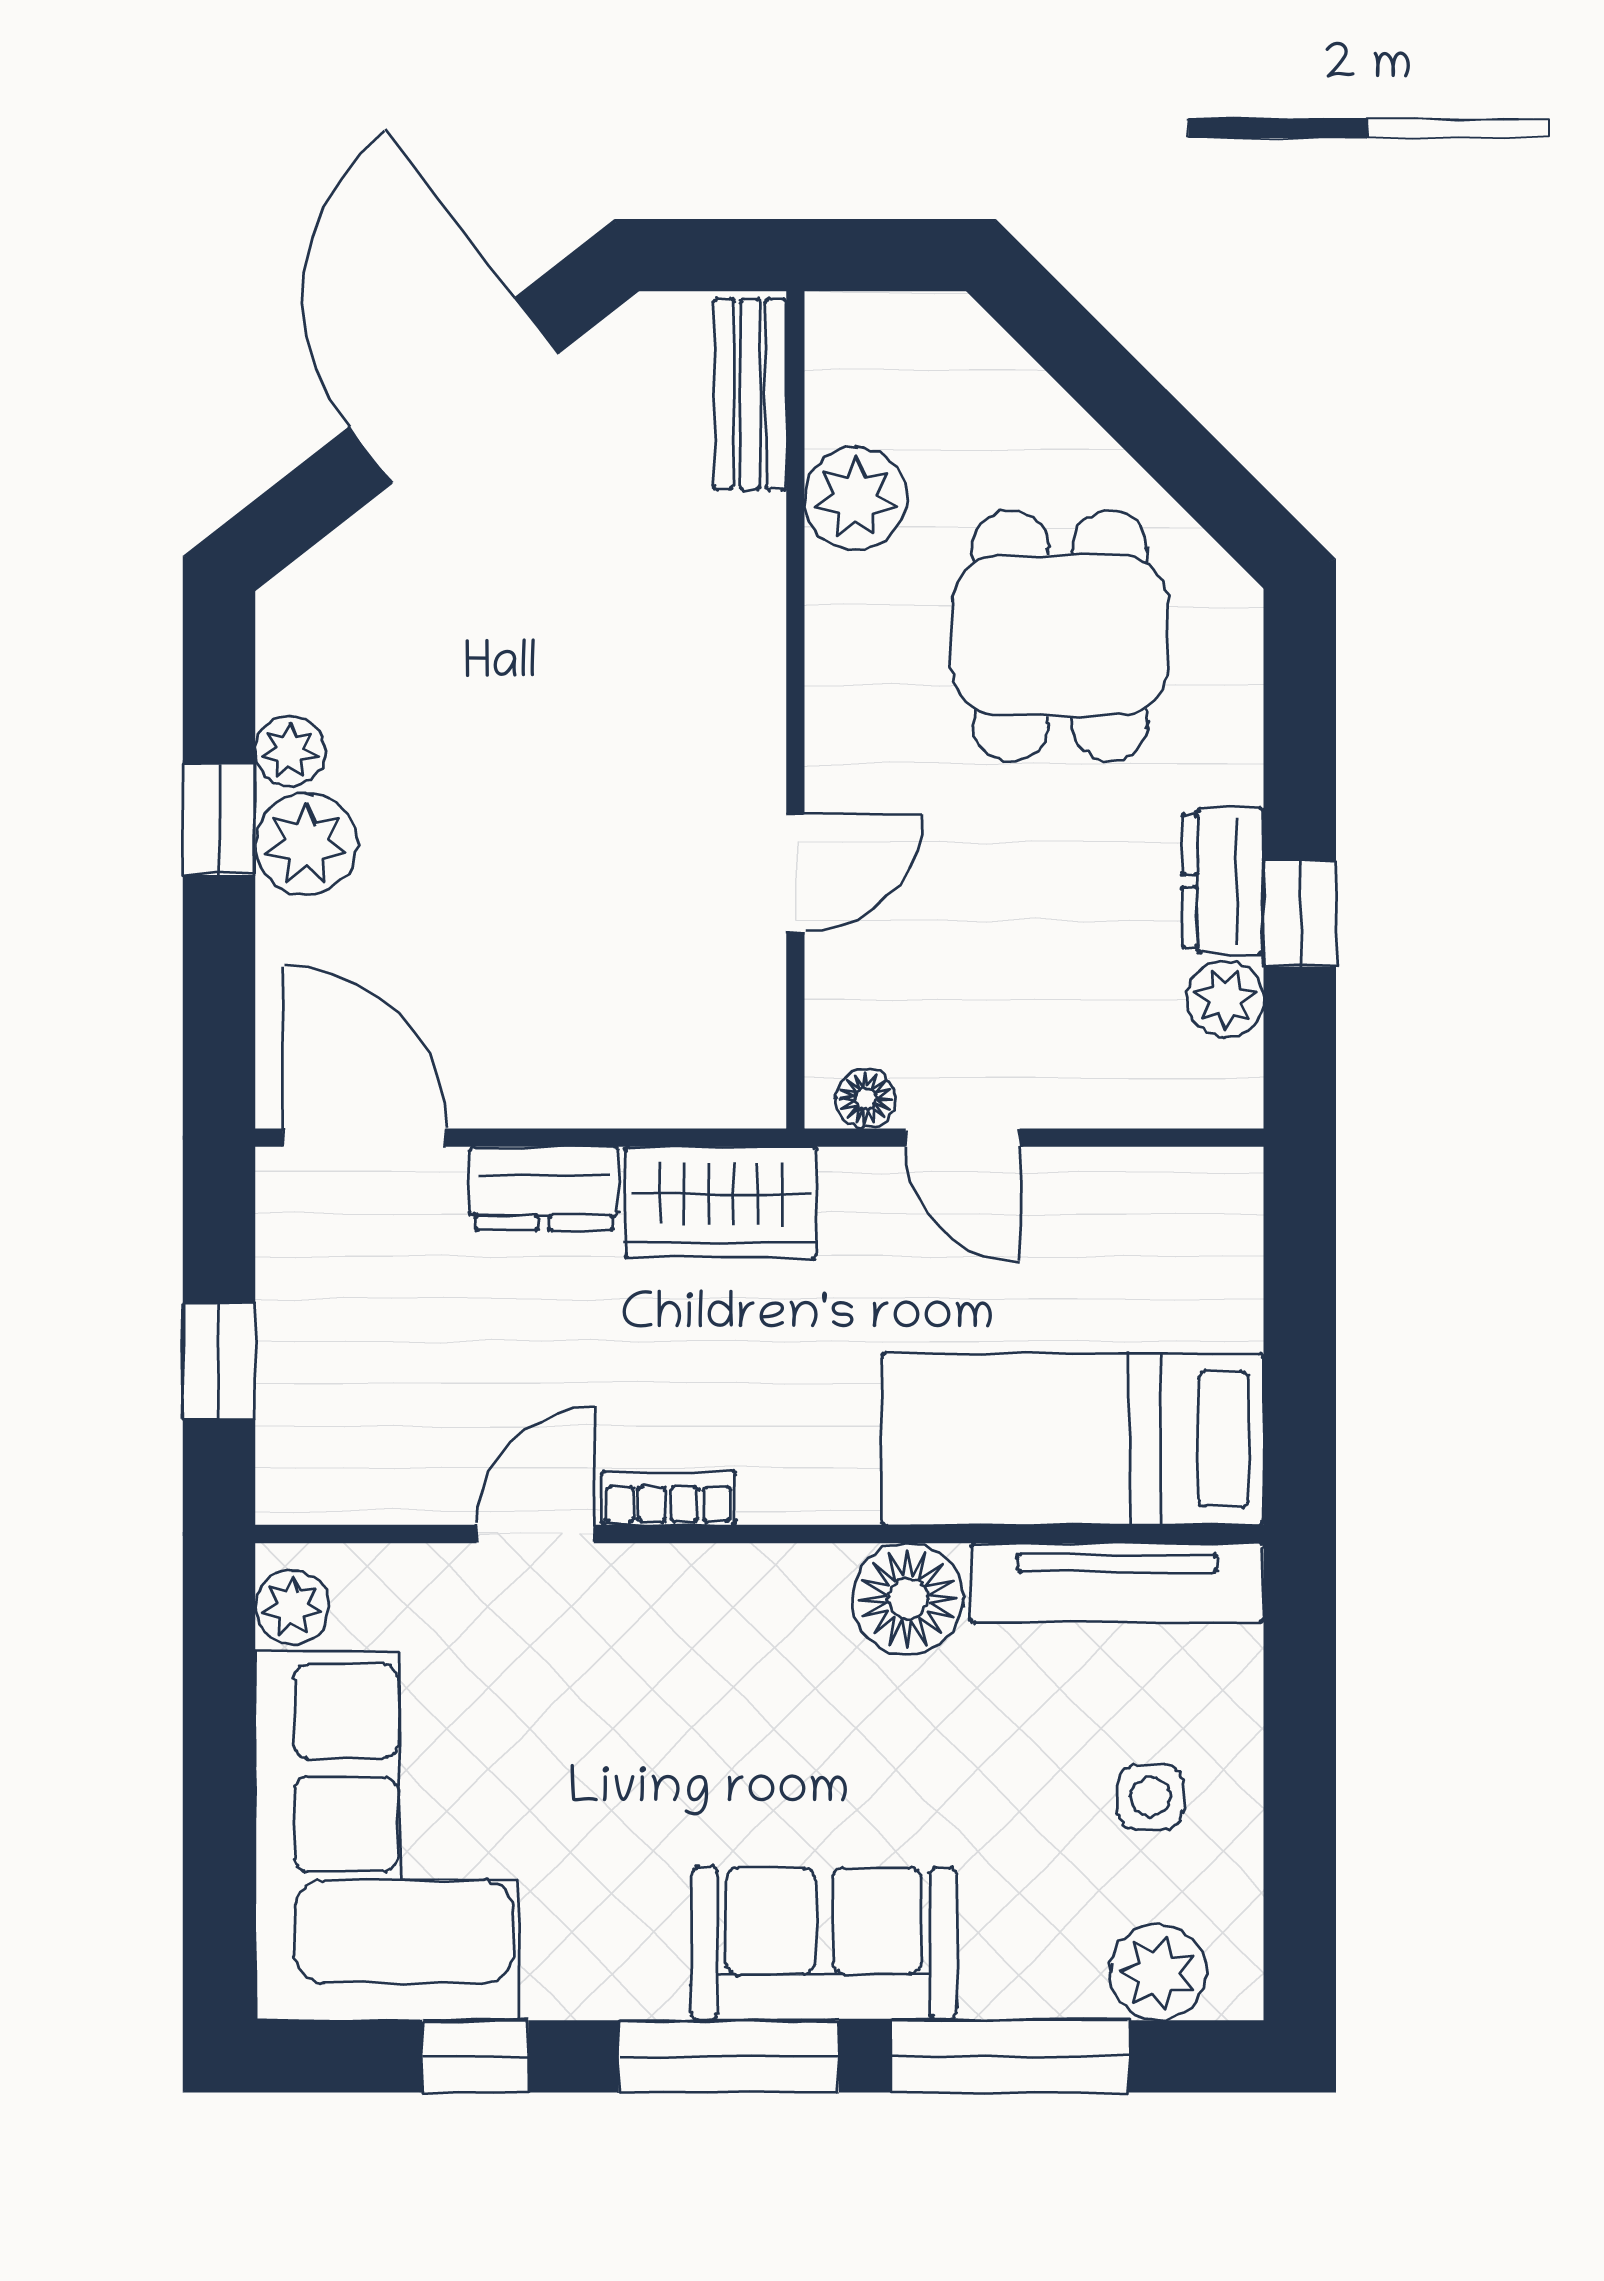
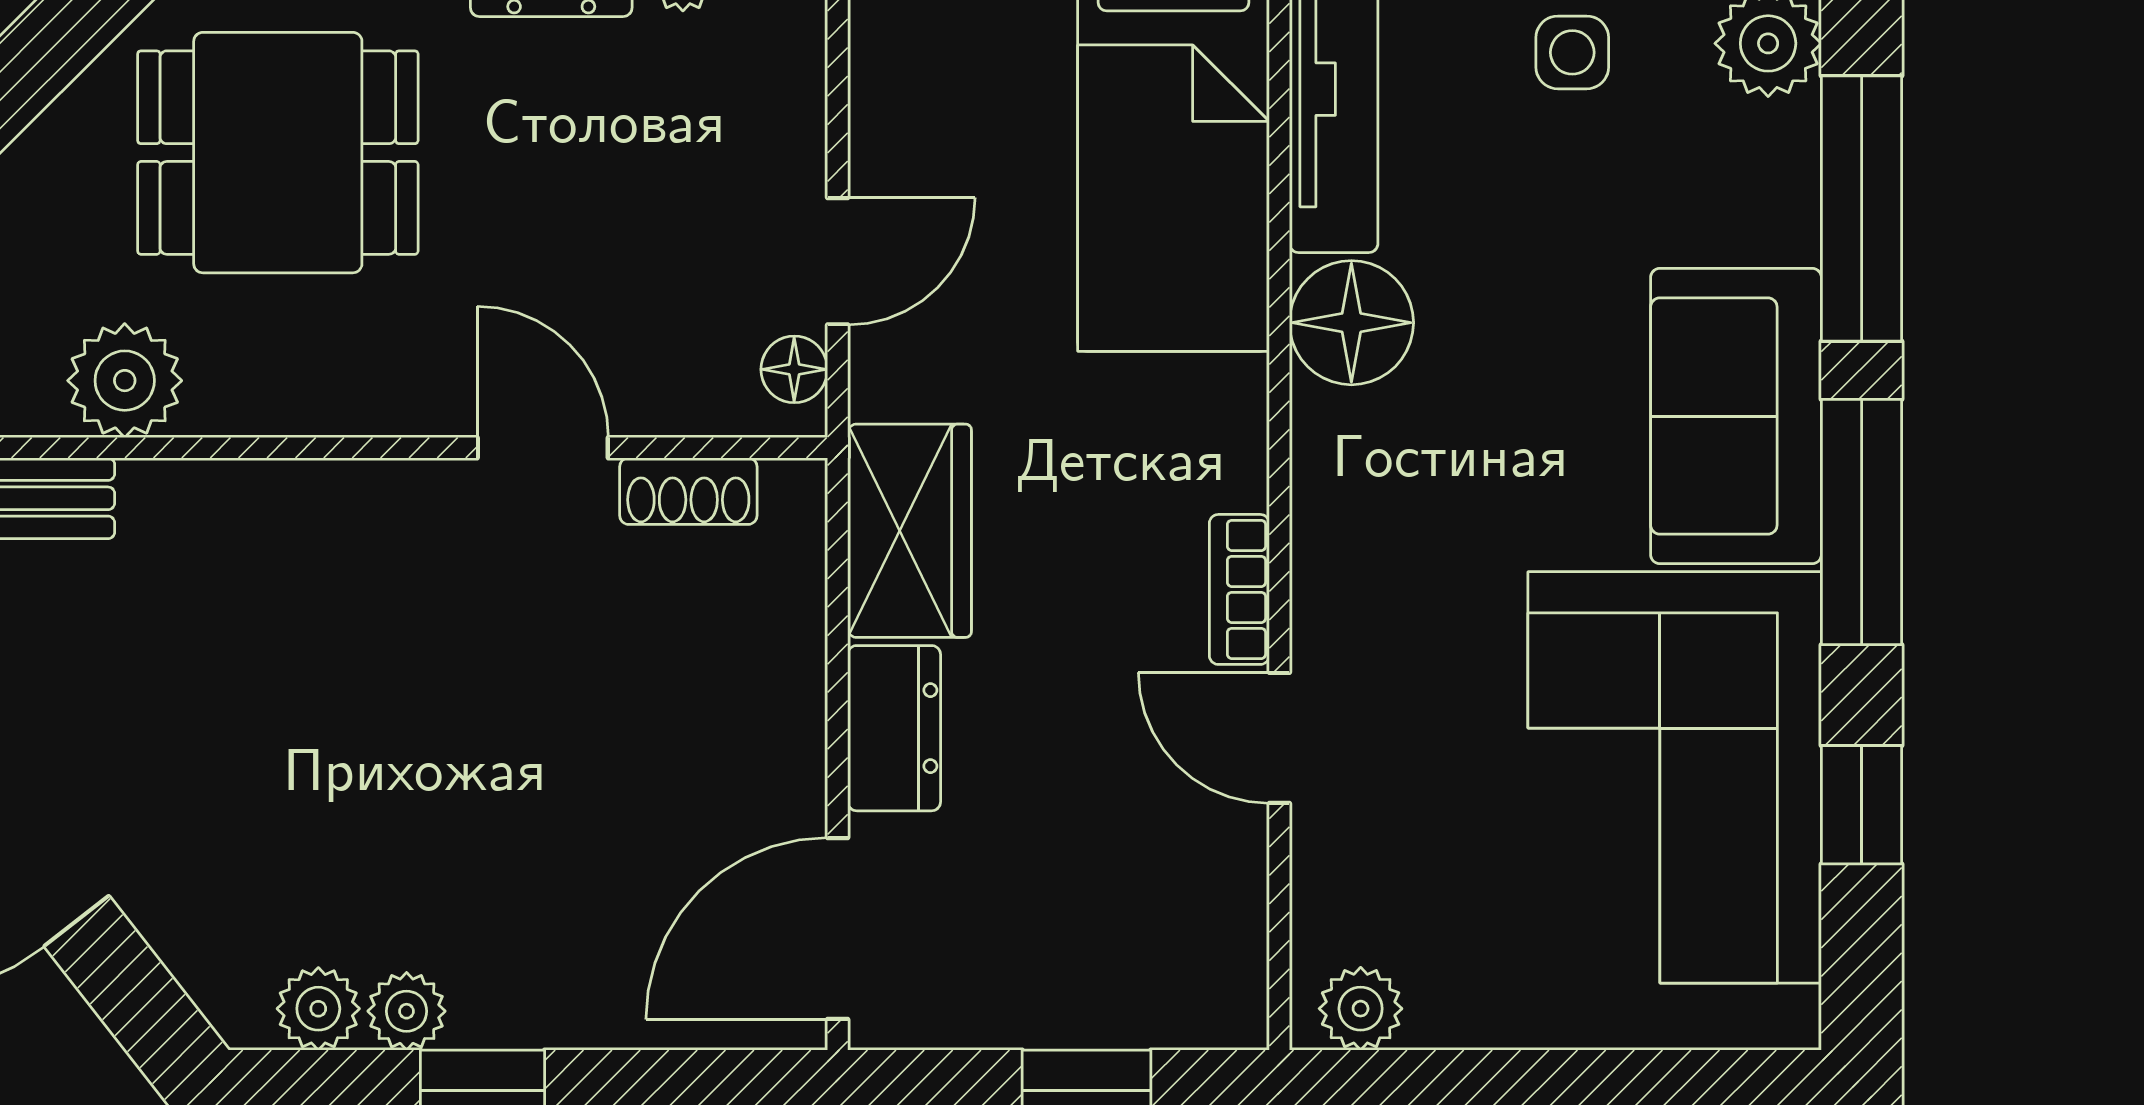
plant: (306, 844) -> (318, 1009), moved, width x0.73, depth x0.73
shoe rack: (756, 1004) -> (688, 491), added
corner sofa: (387, 1836) -> (1675, 777), moved, turned -90

